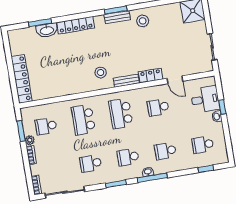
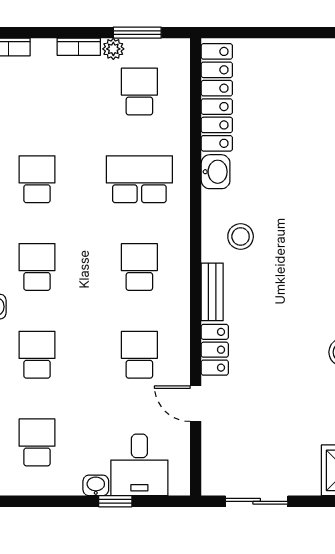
locker: (22, 79) -> (217, 97), moved, turned -90
door: (175, 80) -> (196, 404), hinge flipped
washbasin: (75, 88) -> (216, 172), added
school desk: (121, 113) -> (139, 267), width x0.54

